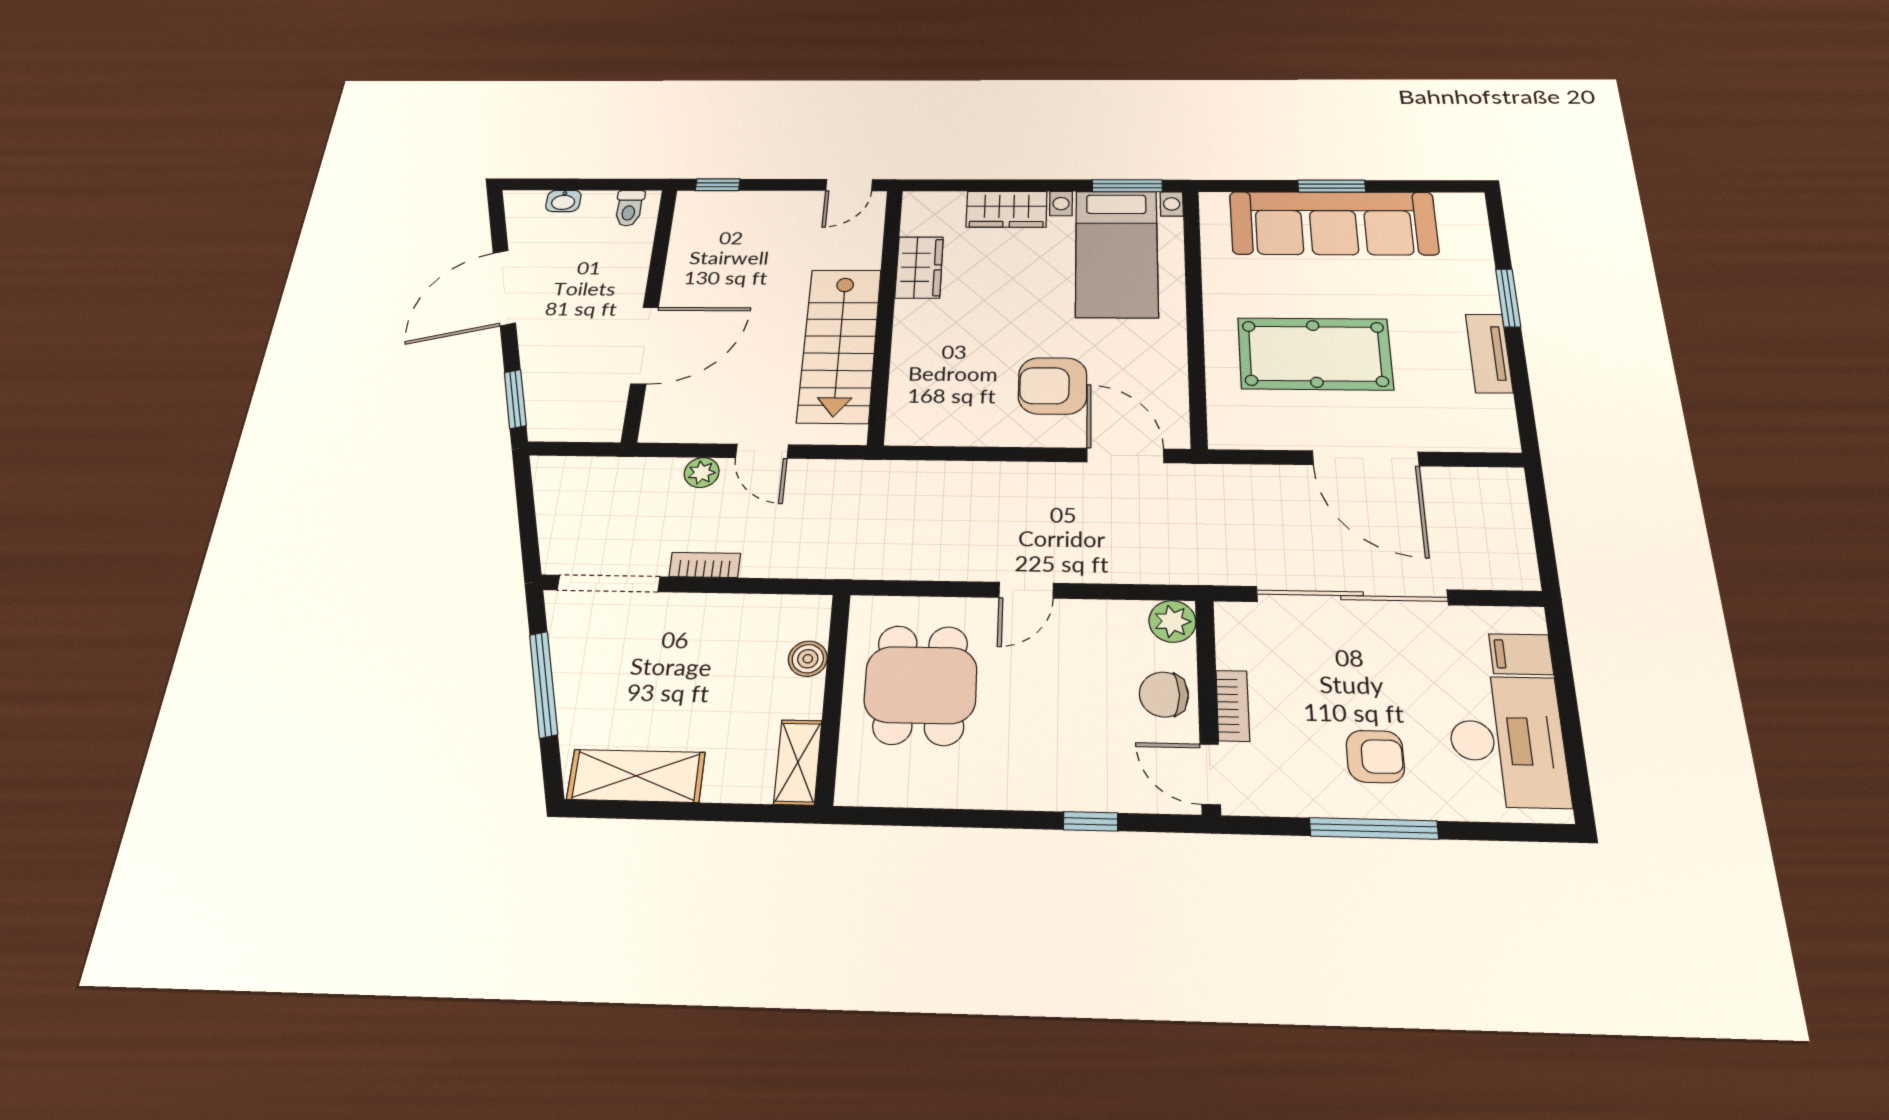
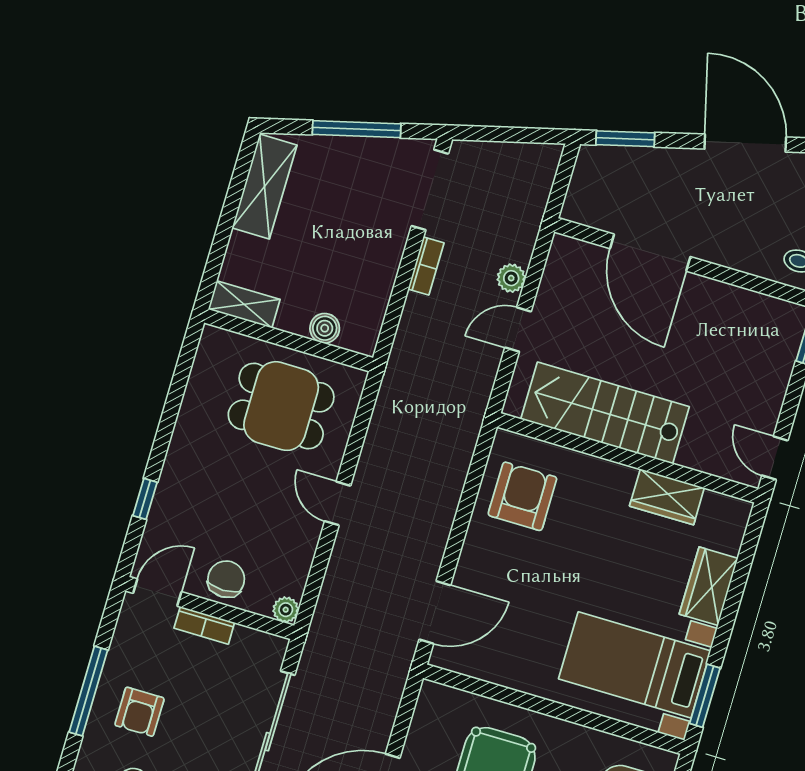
armchair: (1053, 386) -> (522, 496), moved
plant: (1172, 621) -> (286, 610), width x0.73, depth x0.73

